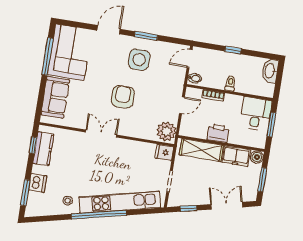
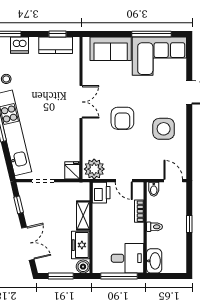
window: (146, 36) -> (189, 132), removed
washbasin: (270, 71) -> (154, 261), moved, turned 90
armchair: (123, 97) -> (122, 118), turned 90
window: (271, 125) -> (119, 276), width x1.44
printer: (218, 133) -> (101, 193), moved
shelving: (201, 150) -> (83, 216), width x0.67, depth x0.75

